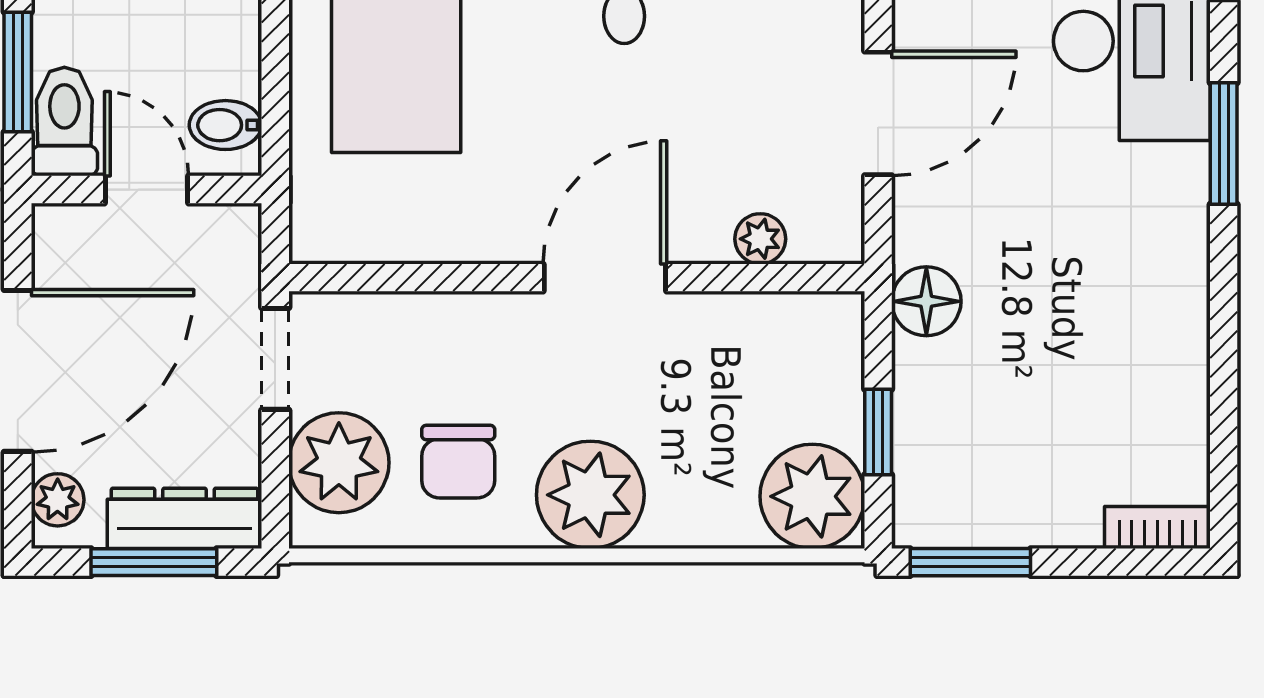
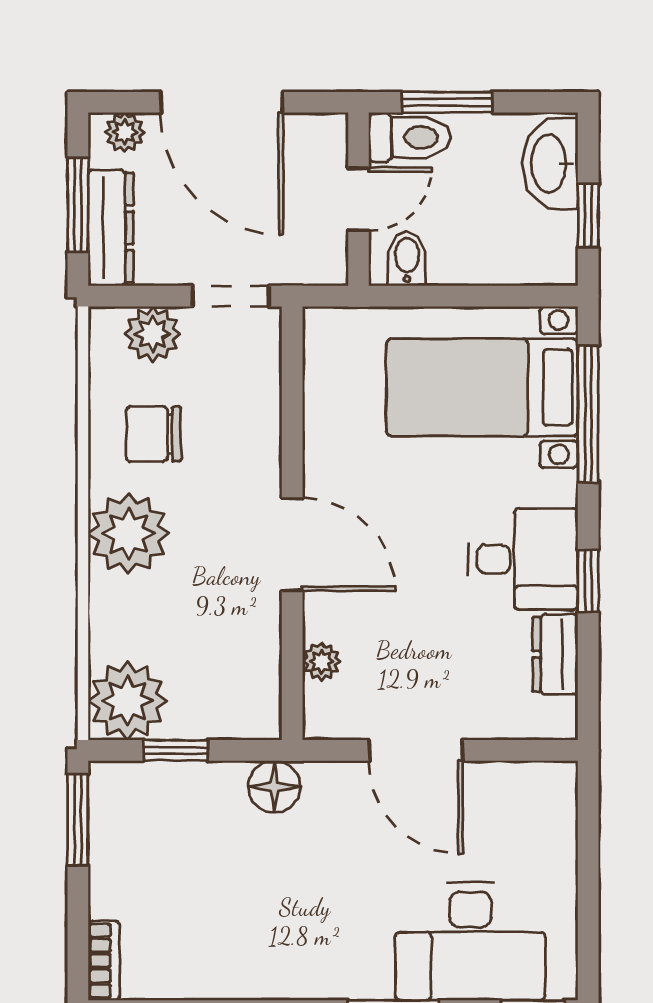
plant: (339, 463) -> (153, 334), width x0.73, depth x0.73

